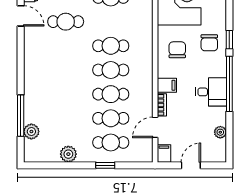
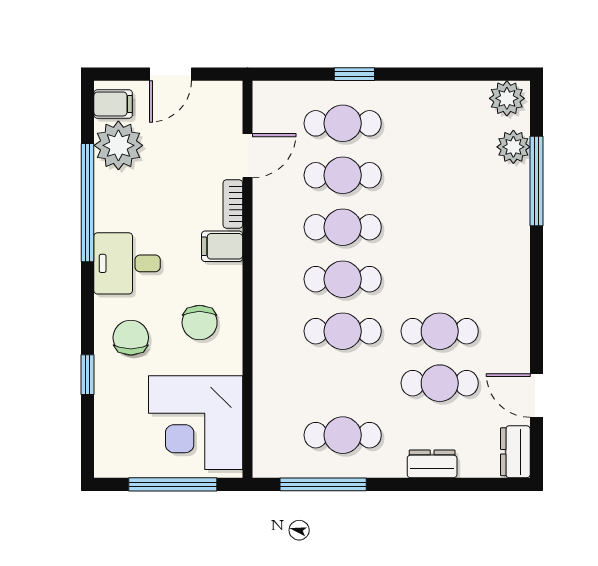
window: (229, 40) -> (88, 375), moved
cafe table: (66, 46) -> (440, 331), added
window: (229, 84) -> (88, 203), moved
desk: (211, 92) -> (127, 263), moved
plant: (220, 132) -> (118, 145), width x1.87, depth x1.87
filing cabinet: (164, 153) -> (113, 104), moved, turned -90
plant: (68, 154) -> (507, 98), moved

